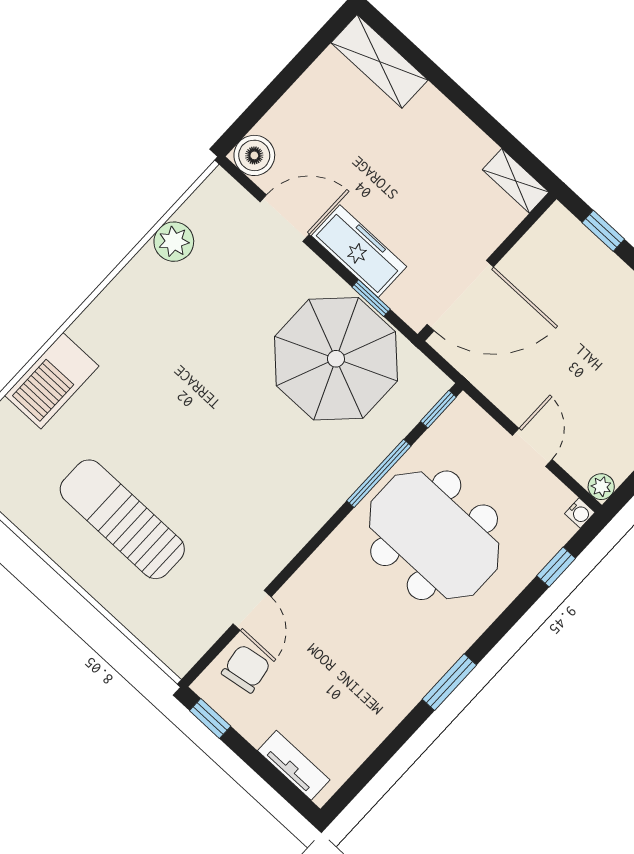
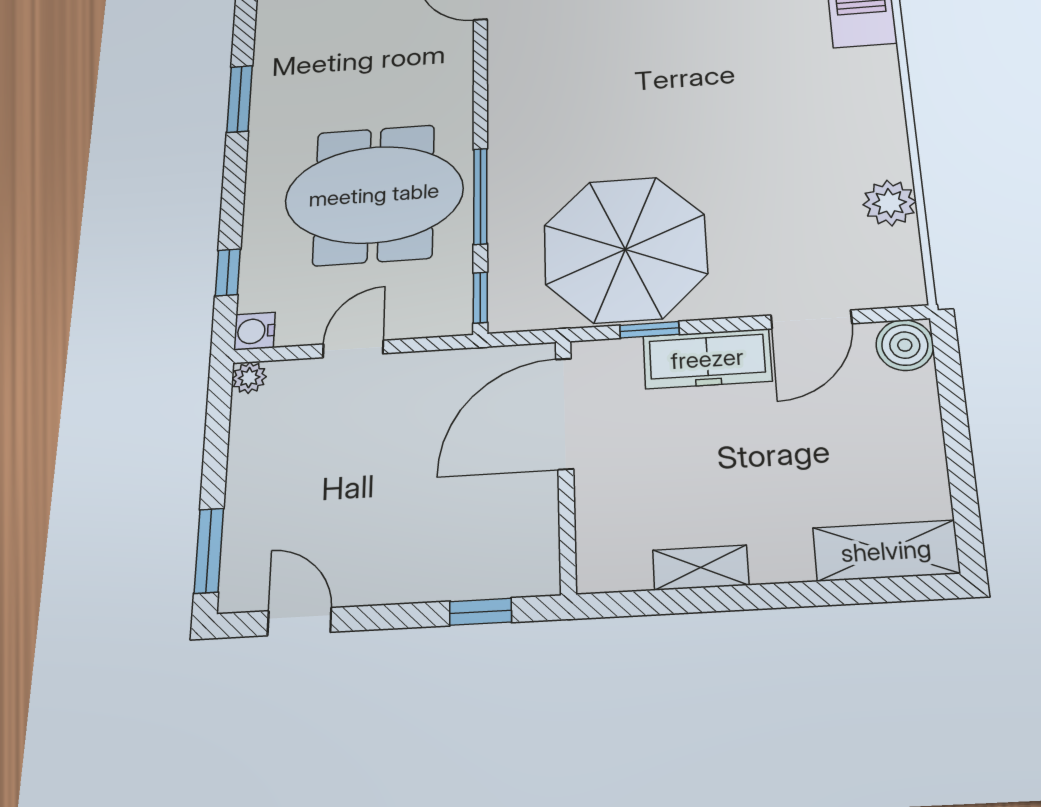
shelving: (516, 181) -> (701, 568), moved
door: (532, 447) -> (353, 349), swing flipped
water cooler: (580, 513) -> (254, 331), width x1.38, depth x1.38

